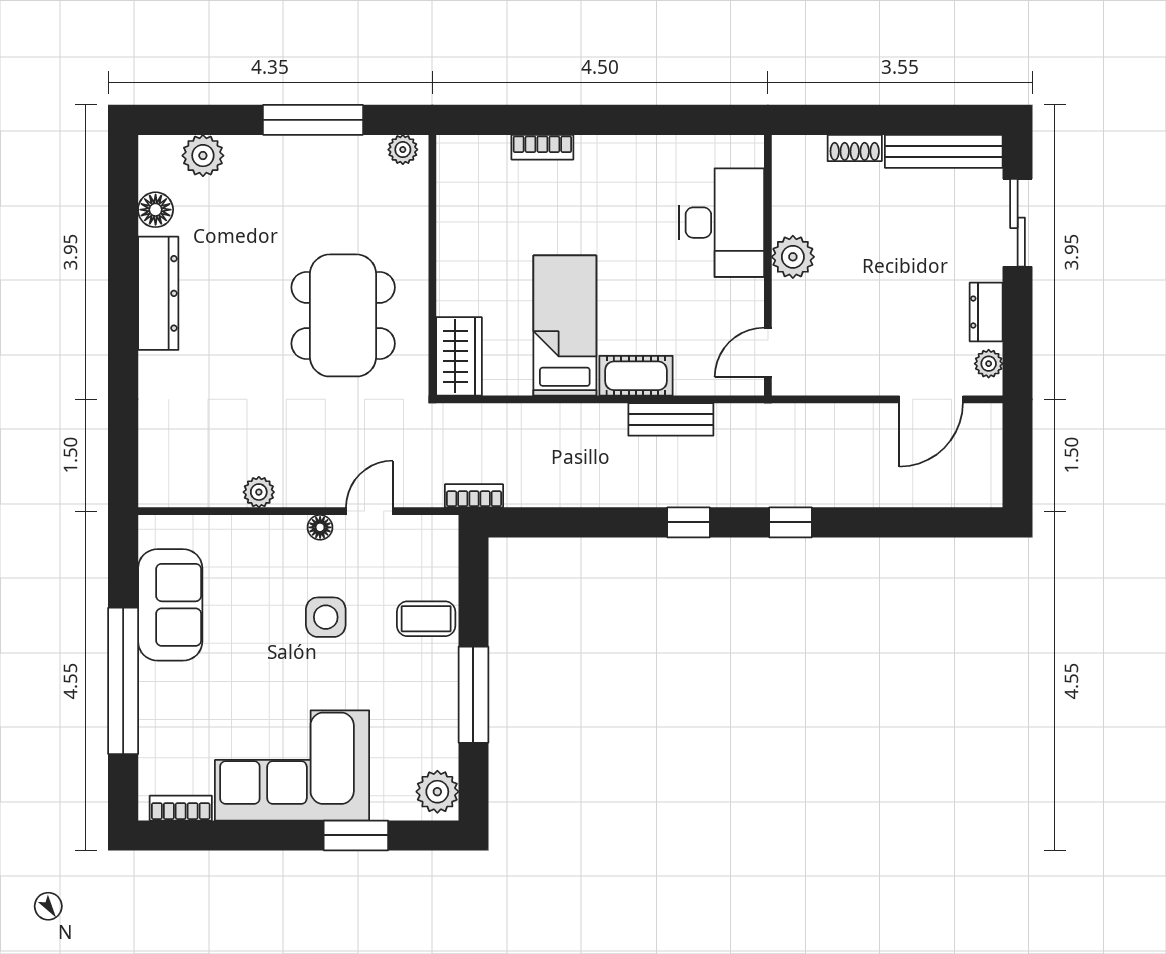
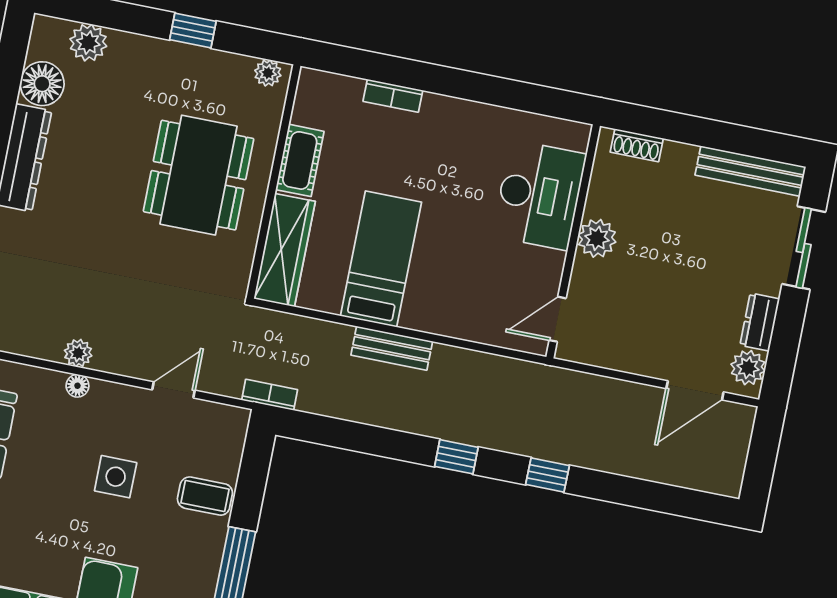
window: (313, 120) -> (193, 30), width x0.46
shoe rack: (855, 148) -> (637, 145), moved
floor lamp: (156, 210) -> (42, 84), width x1.38, depth x1.38
dining table: (343, 315) -> (199, 175), moved
wardrobe: (459, 356) -> (285, 250), width x1.50
plant: (989, 364) -> (748, 368), width x1.38, depth x1.38
cot: (636, 376) -> (300, 160), moved, turned 90
bench: (671, 419) -> (392, 348), moved
floor lamp: (320, 527) -> (77, 386), moved

